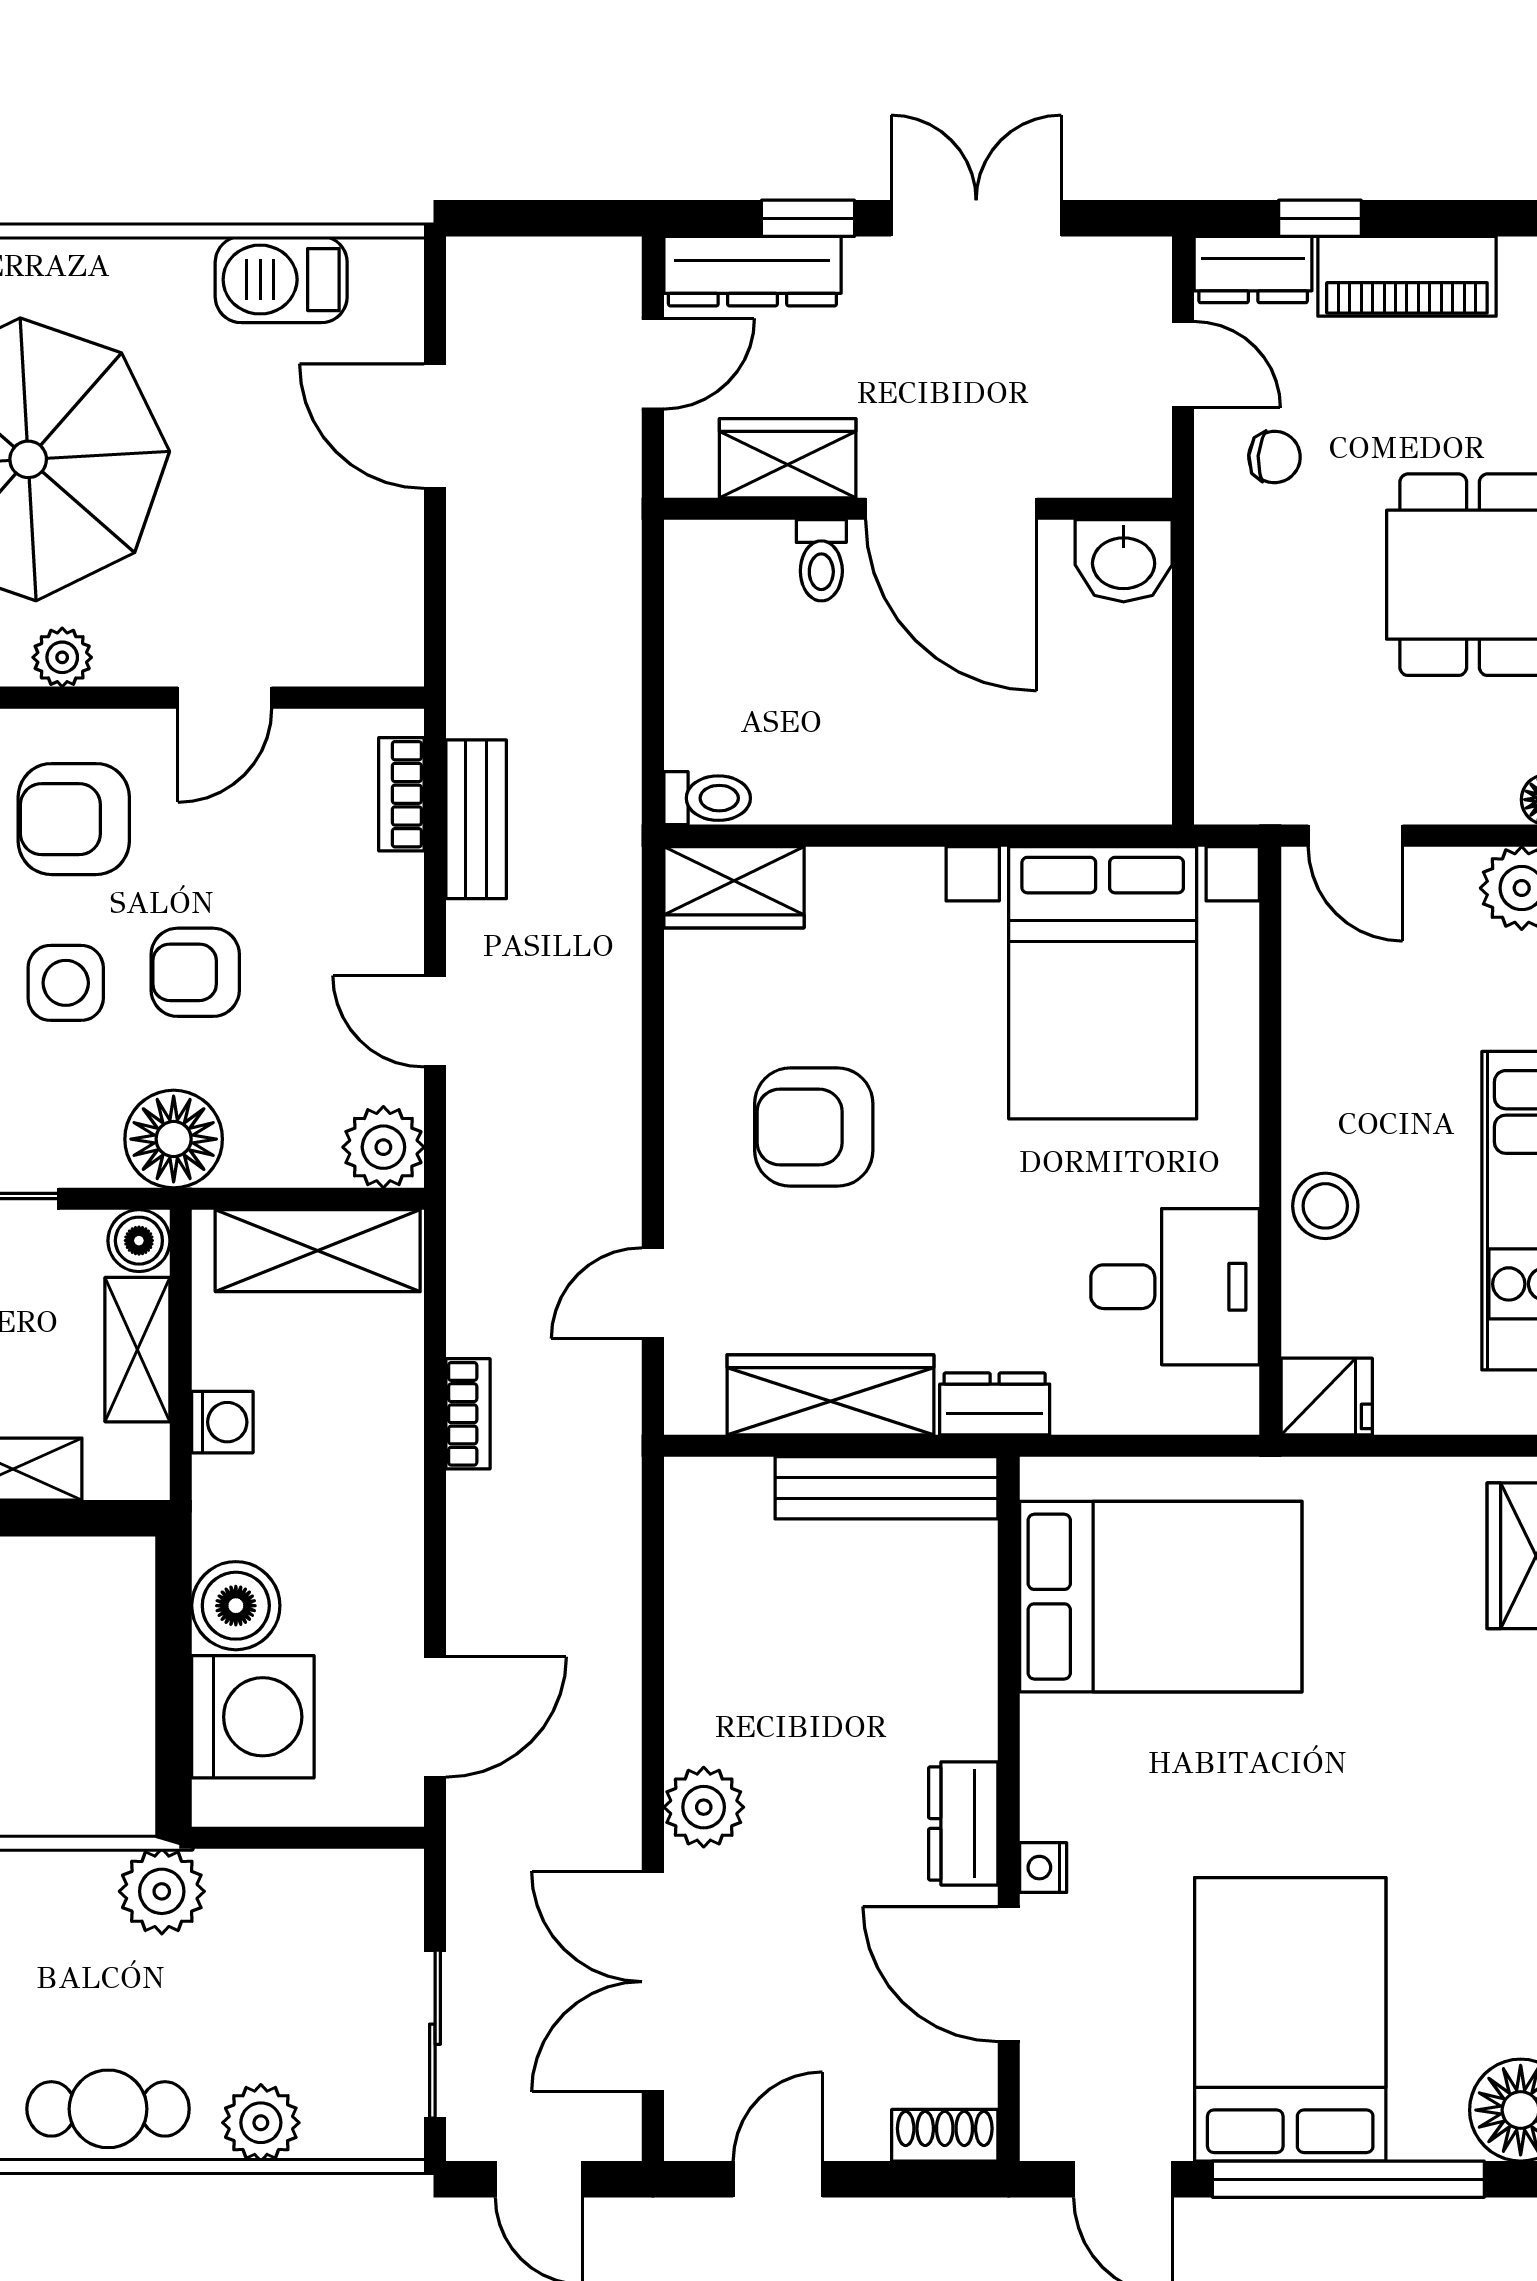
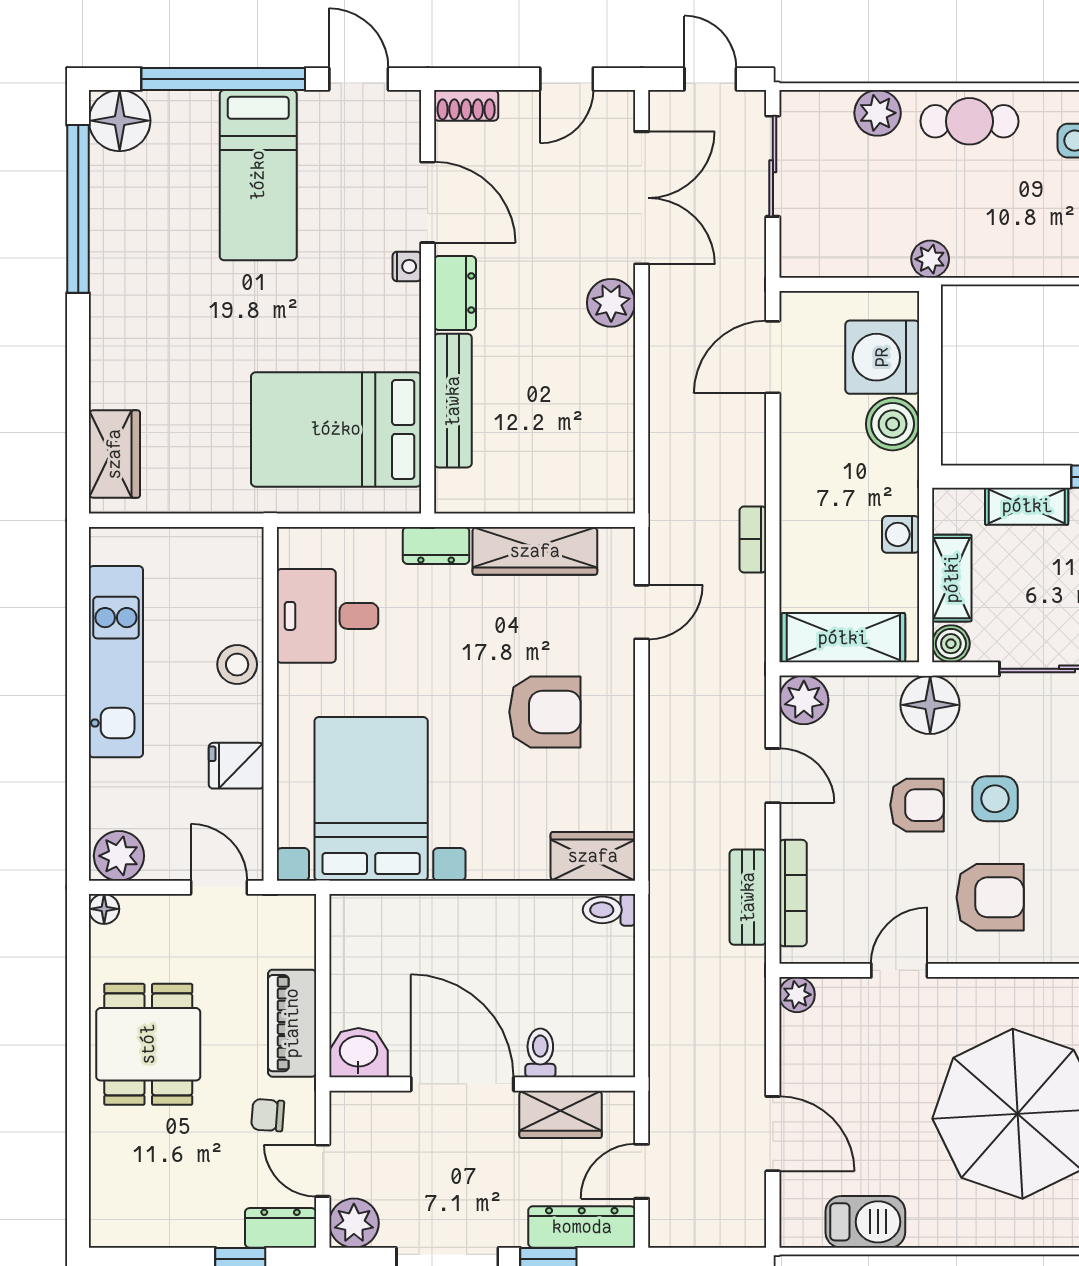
piano: (1407, 276) -> (292, 1023), moved, turned -90
plant: (1131, 277) -> (354, 1223), added
plant: (62, 657) -> (797, 995), moved
bookcase: (401, 794) -> (793, 893), width x1.56
fridge: (1327, 1396) -> (236, 766), moved
bench: (886, 1488) -> (453, 401), moved, turned 90
plant: (162, 1891) -> (930, 259), width x0.73, depth x0.73
bed: (1290, 2019) -> (258, 175), width x0.67

